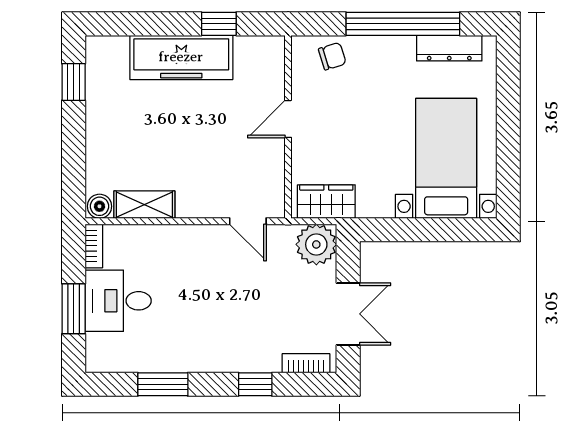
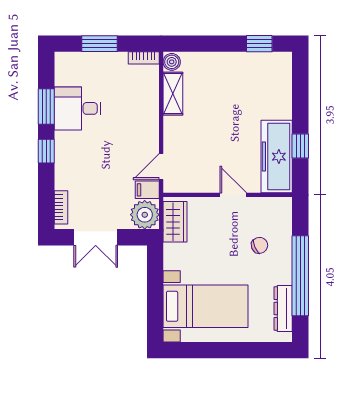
chair: (332, 56) -> (260, 245), moved, turned -97
freezer: (181, 57) -> (277, 157), moved
filing cabinet: (281, 241) -> (147, 190), added
desk: (118, 301) -> (78, 108), moved, turned -90
window: (255, 384) -> (46, 151), moved

